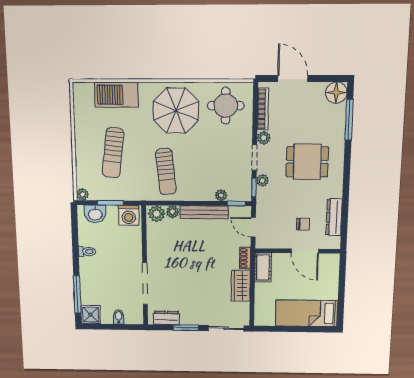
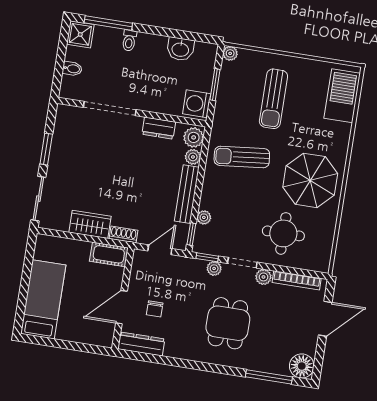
barbecue: (116, 95) -> (342, 96), moved
round table: (226, 106) -> (283, 233), moved
sun lounger: (113, 153) -> (273, 99), turned -97
washbasin: (95, 214) -> (180, 49), moved, turned -90
dresser: (334, 217) -> (141, 344), moved
toilet: (87, 252) -> (129, 40), moved
dresser: (166, 318) -> (159, 128), moved, turned 90

